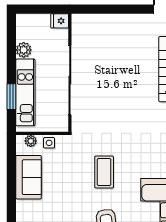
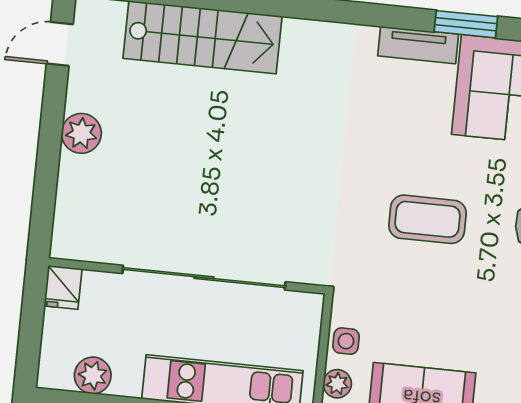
plant: (125, 22) -> (81, 133), added
plant: (24, 50) -> (93, 375), moved

